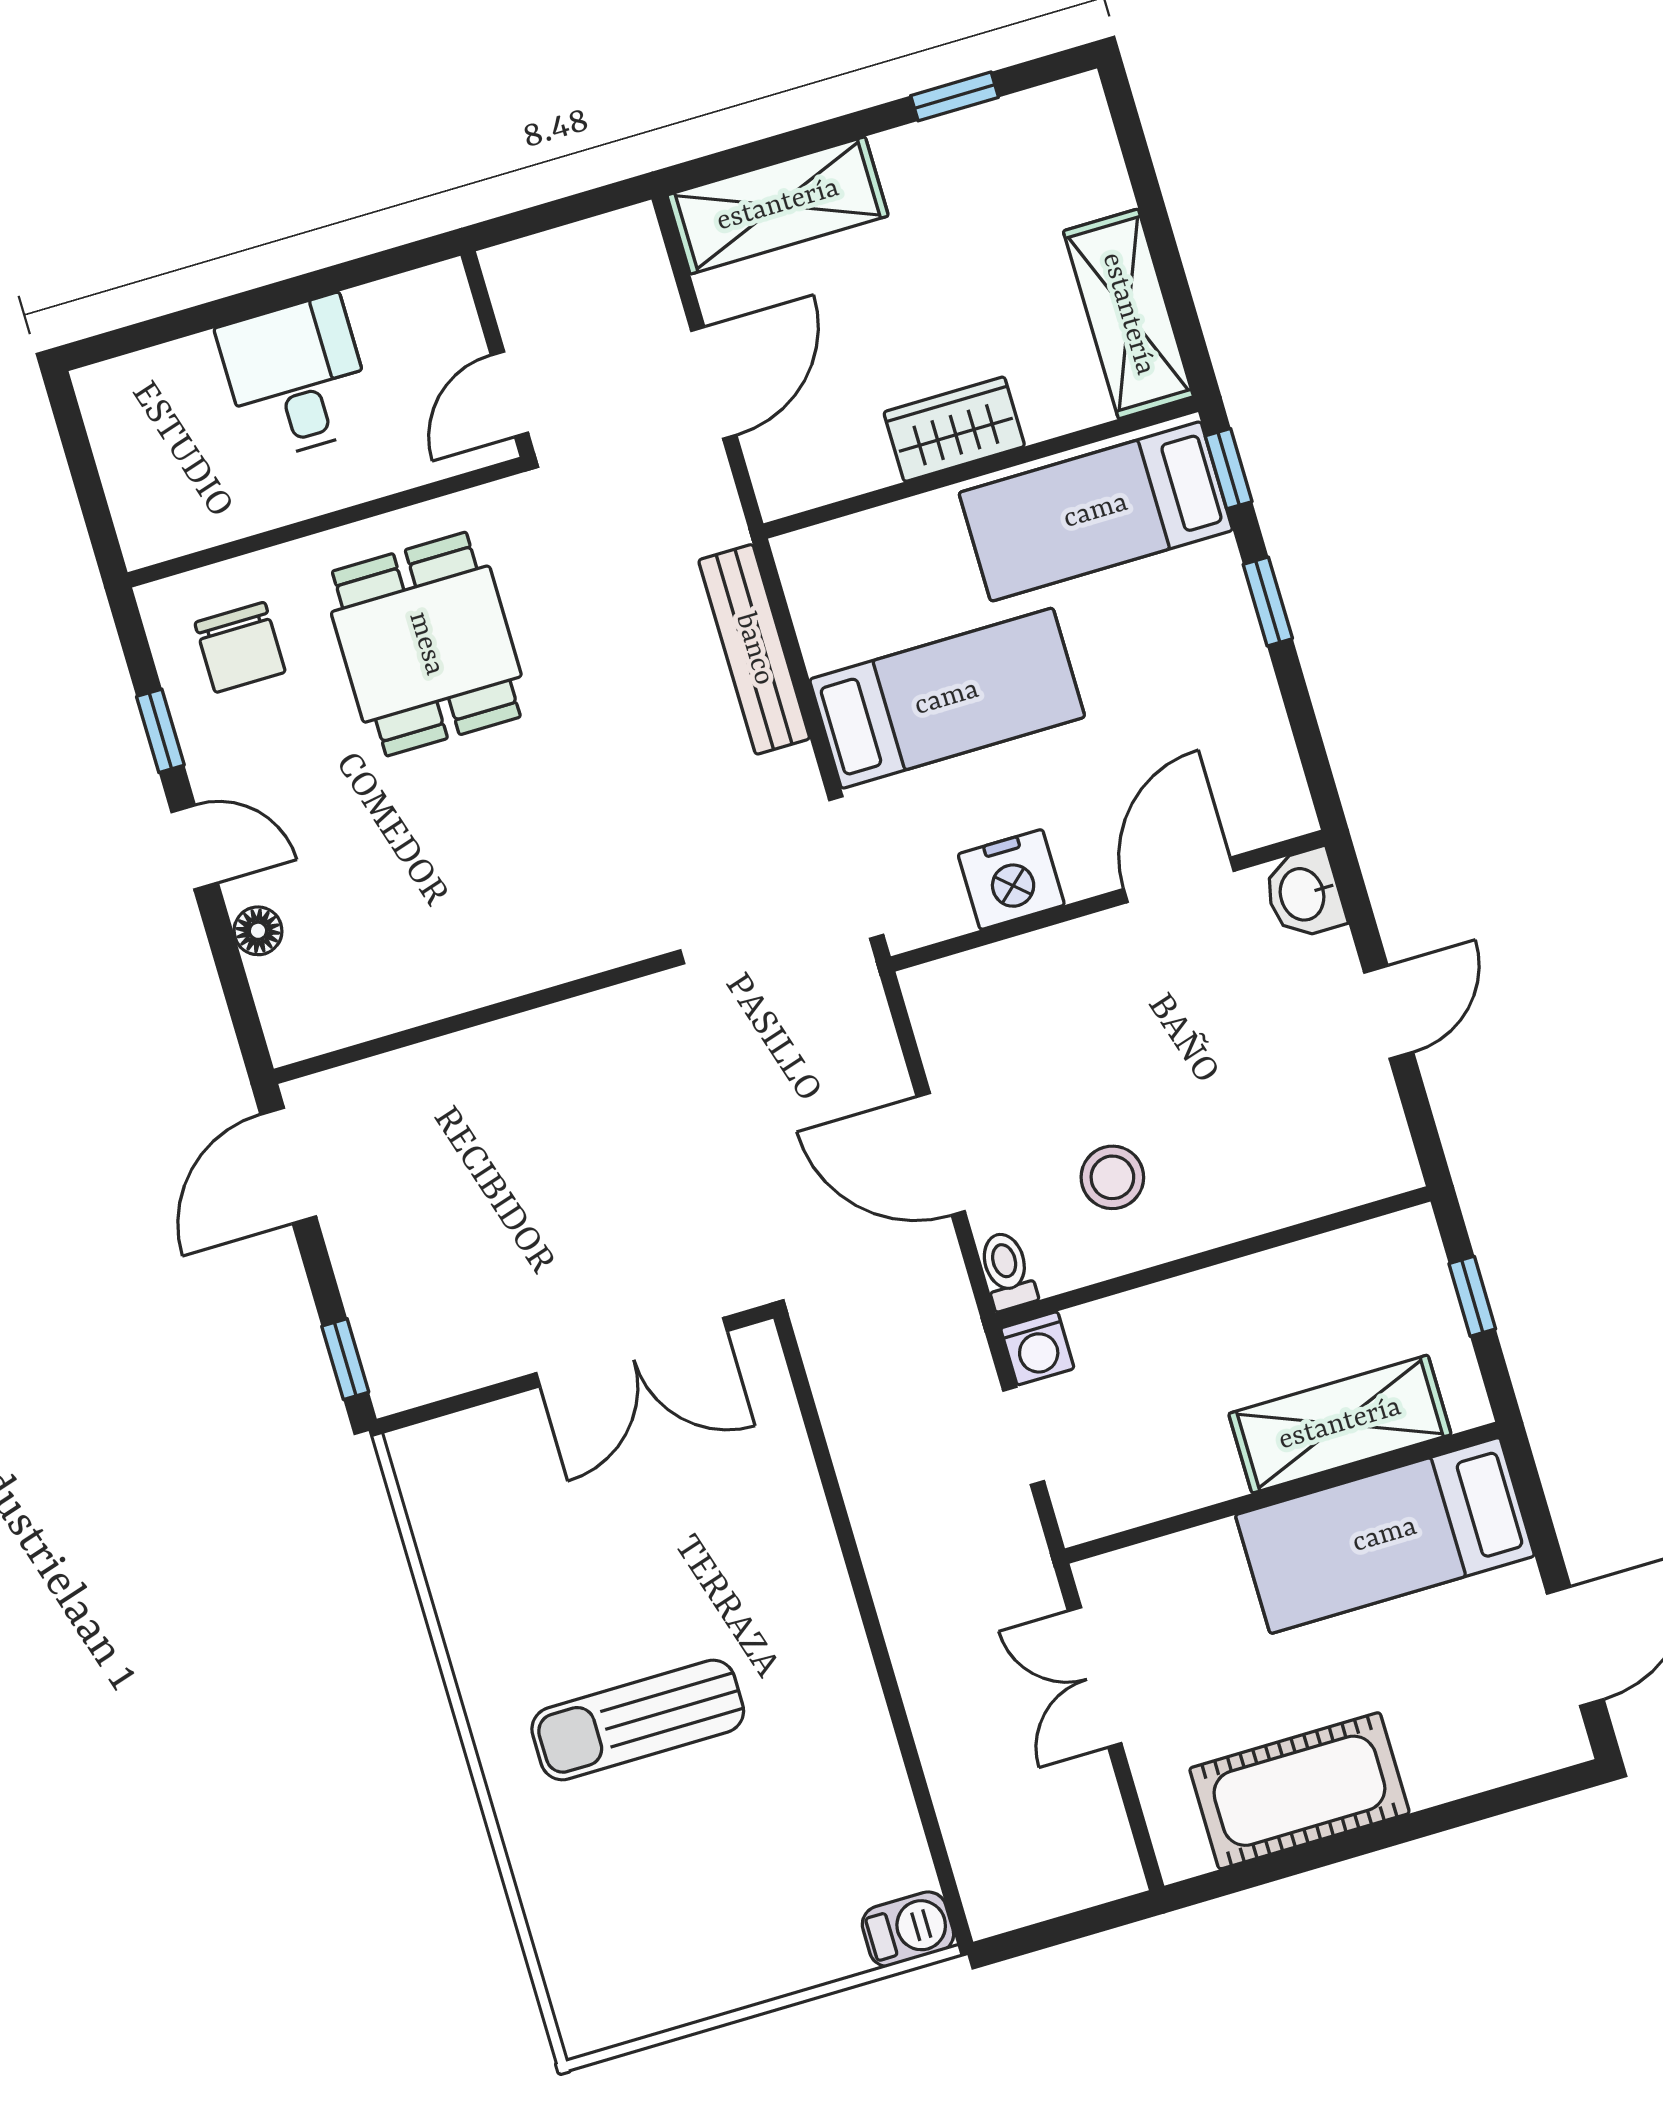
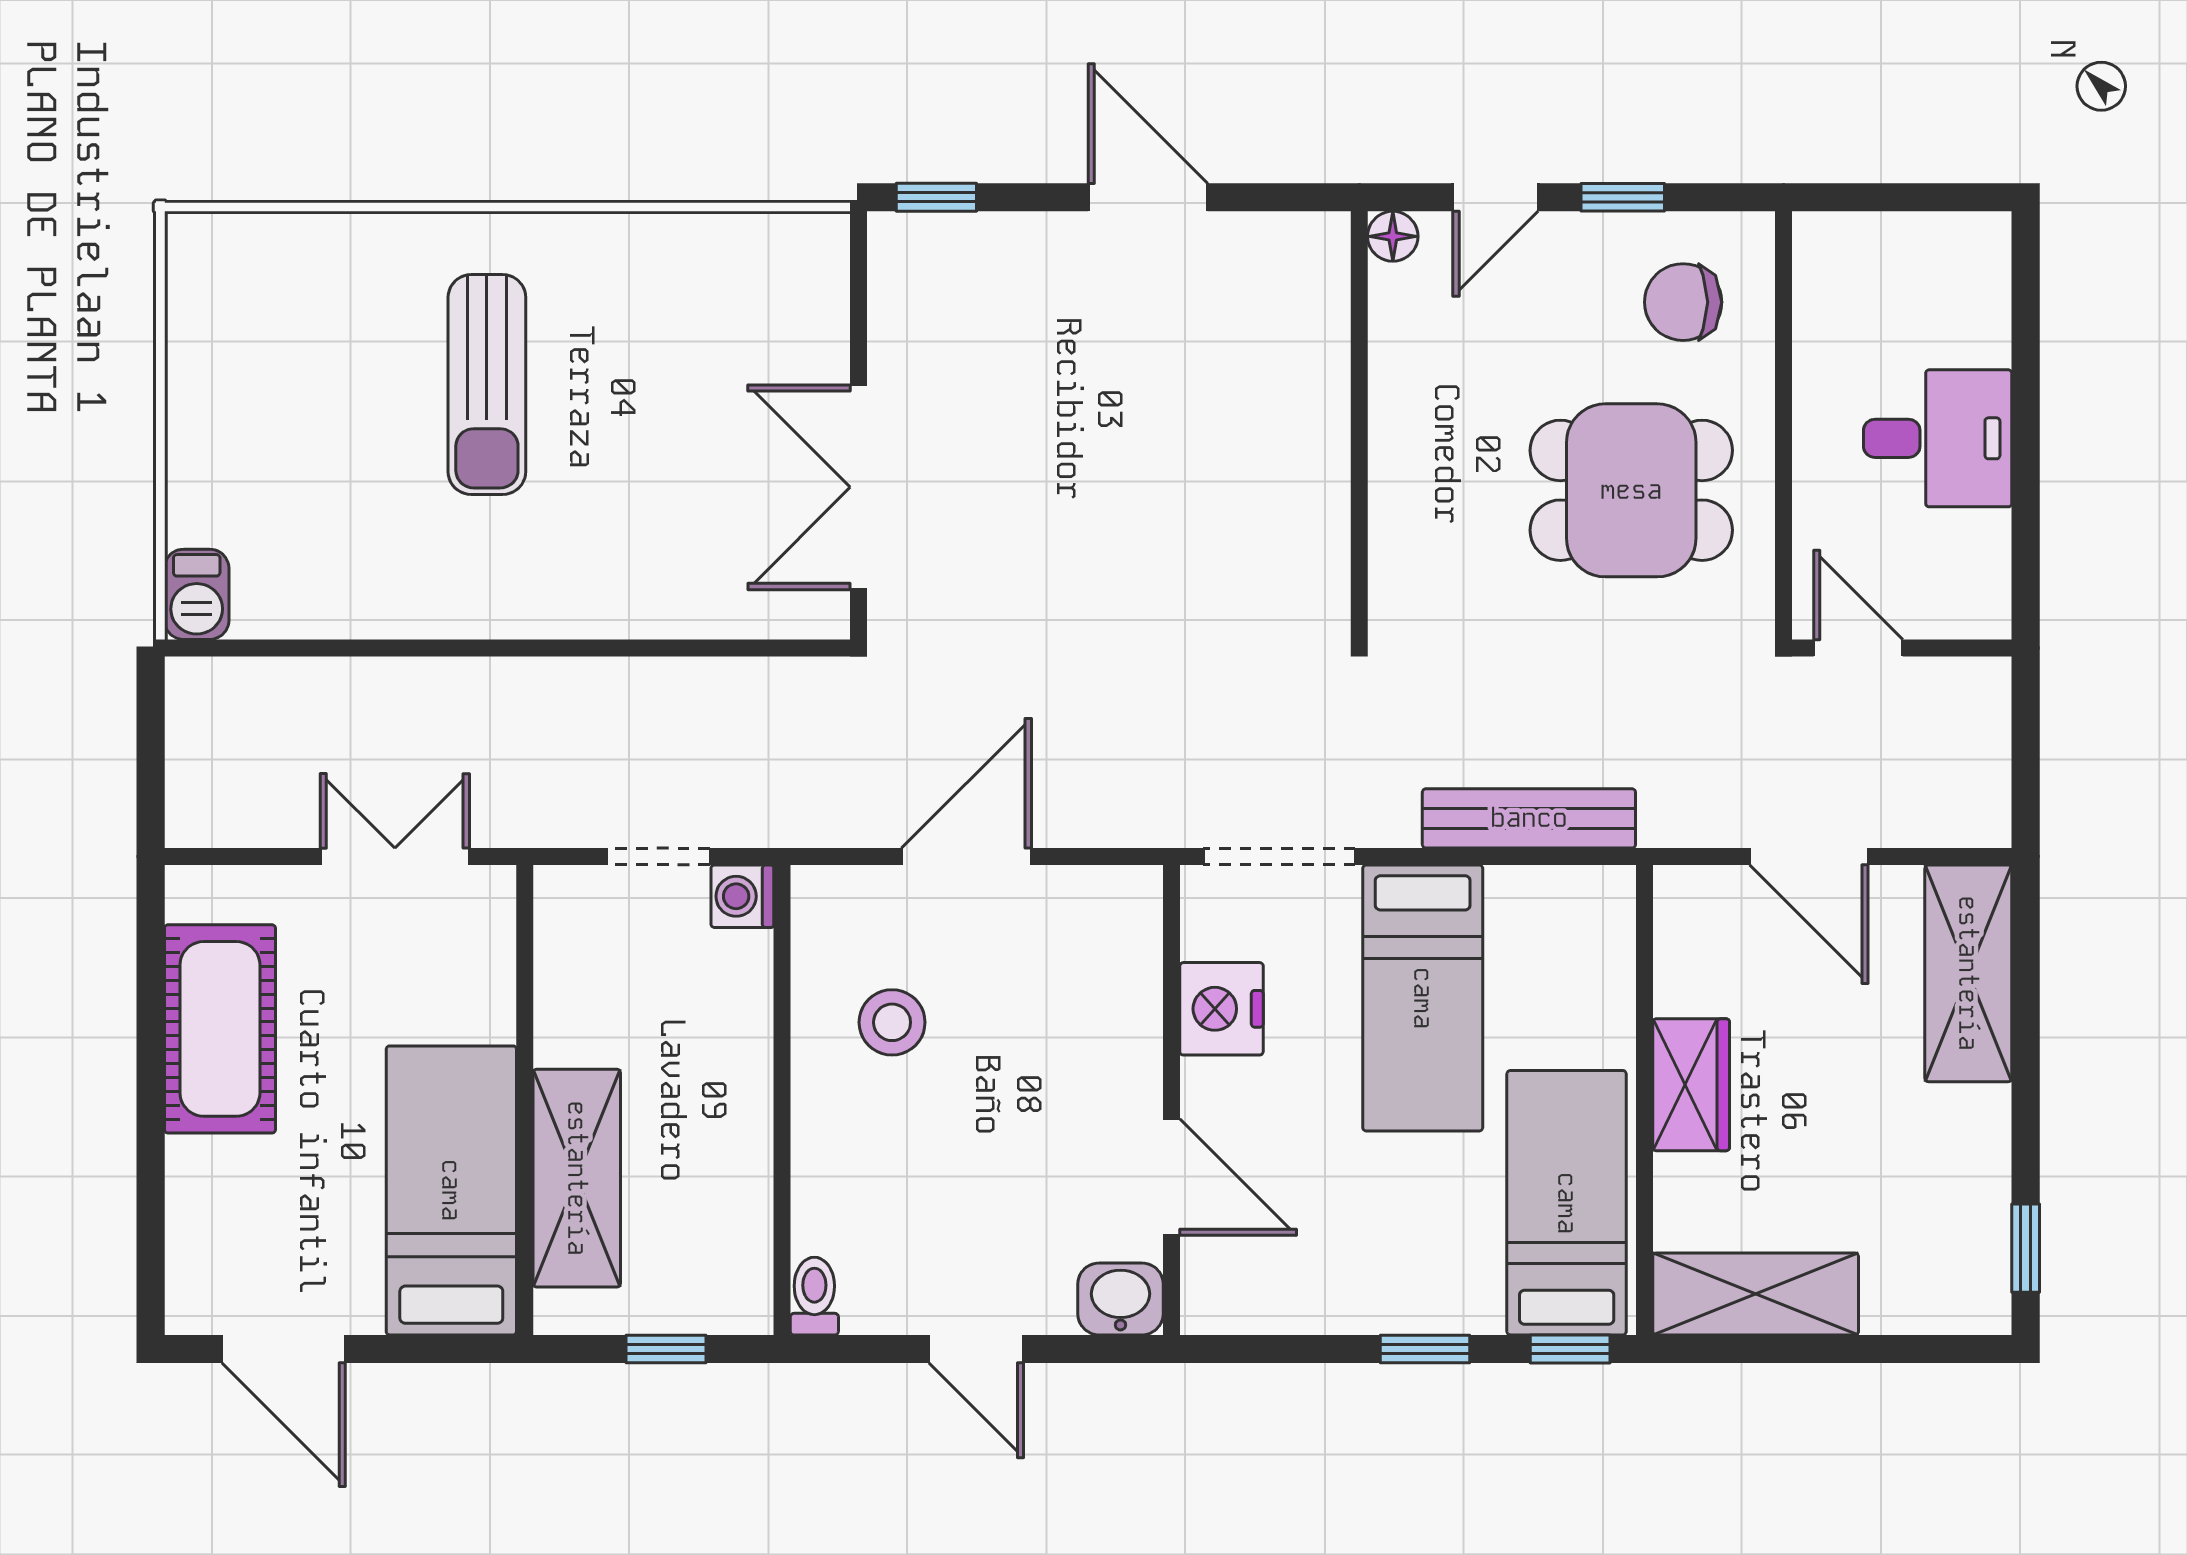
window: (955, 96) -> (2026, 1248), moved
wall: (472, 1019) -> (1359, 425), moved
toilet: (1007, 1271) -> (814, 1296), moved, turned -90
sun lounger: (638, 1720) -> (487, 385), turned 180

